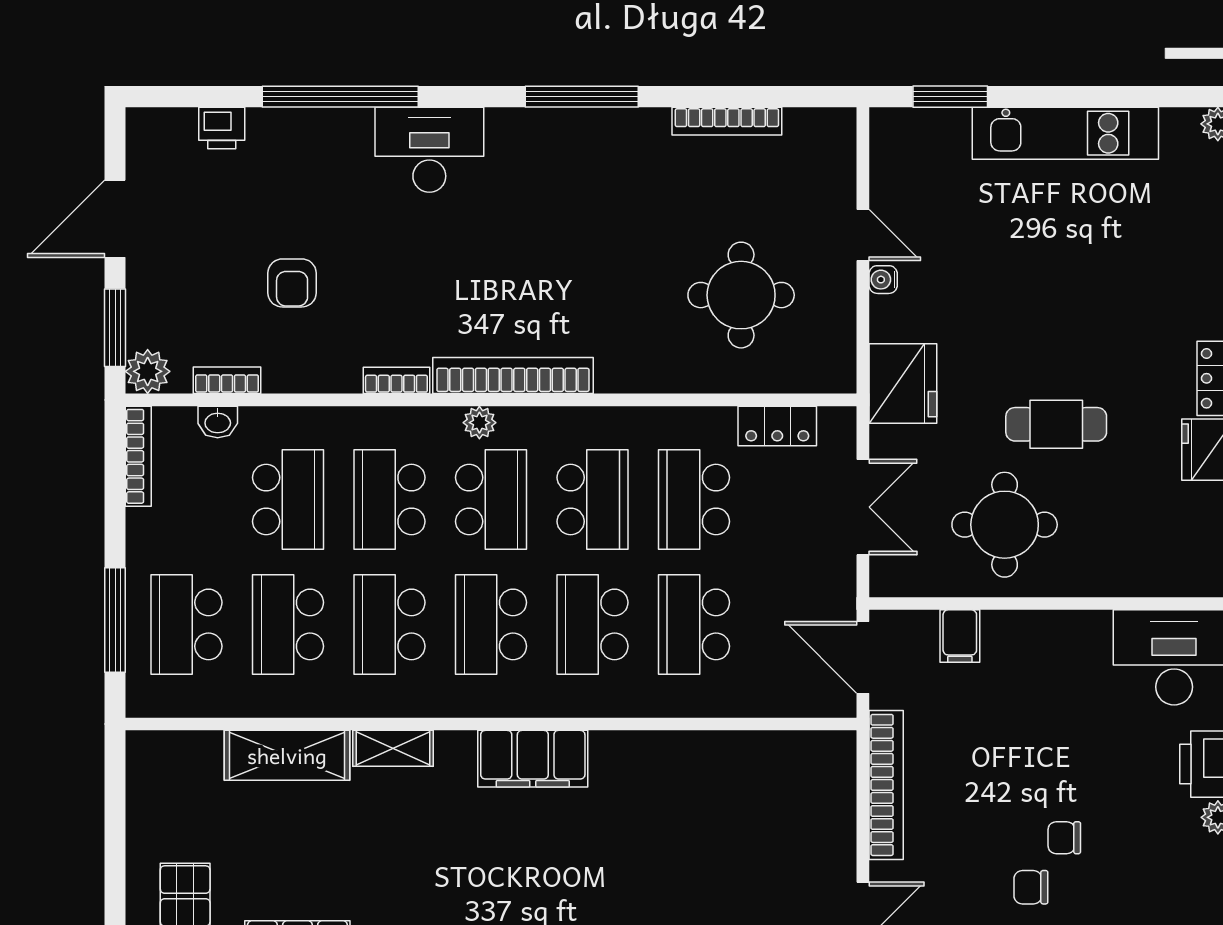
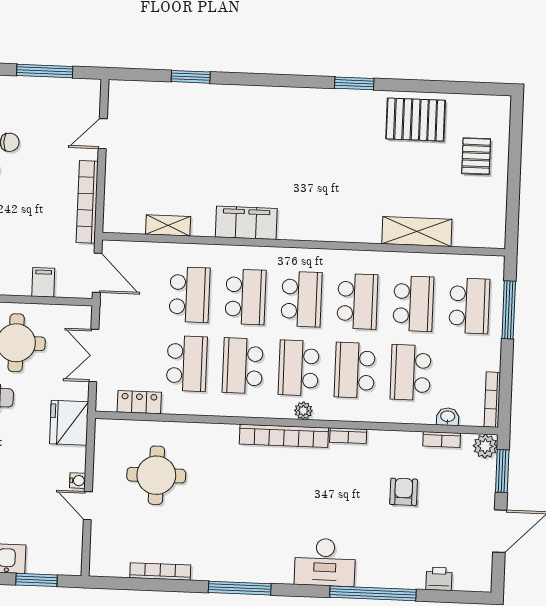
school desk: (390, 499) -> (355, 370), turned 180
shelving: (393, 748) -> (168, 225), moved
filing cabinet: (533, 759) -> (246, 223), moved

